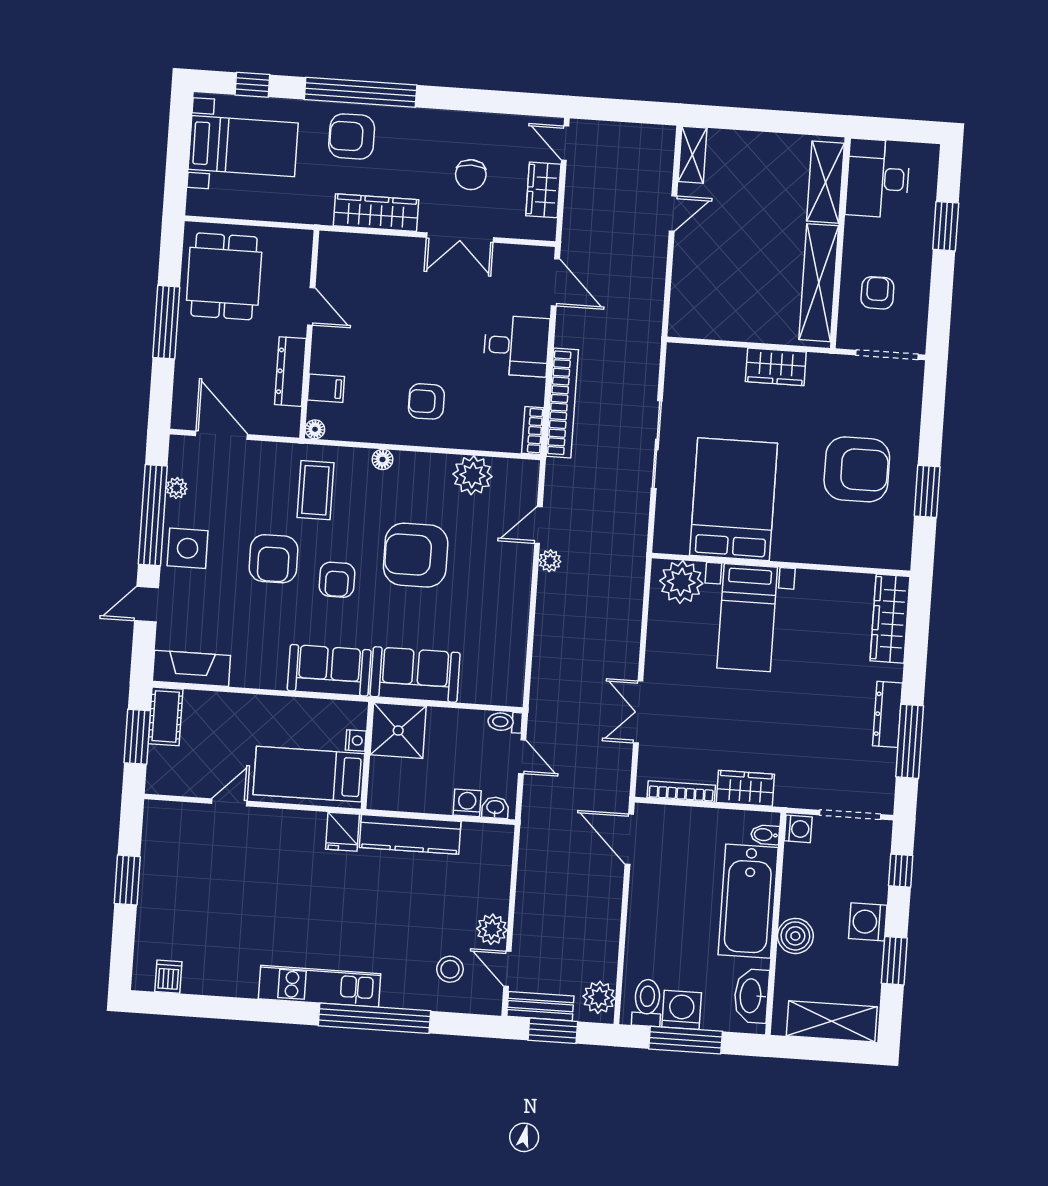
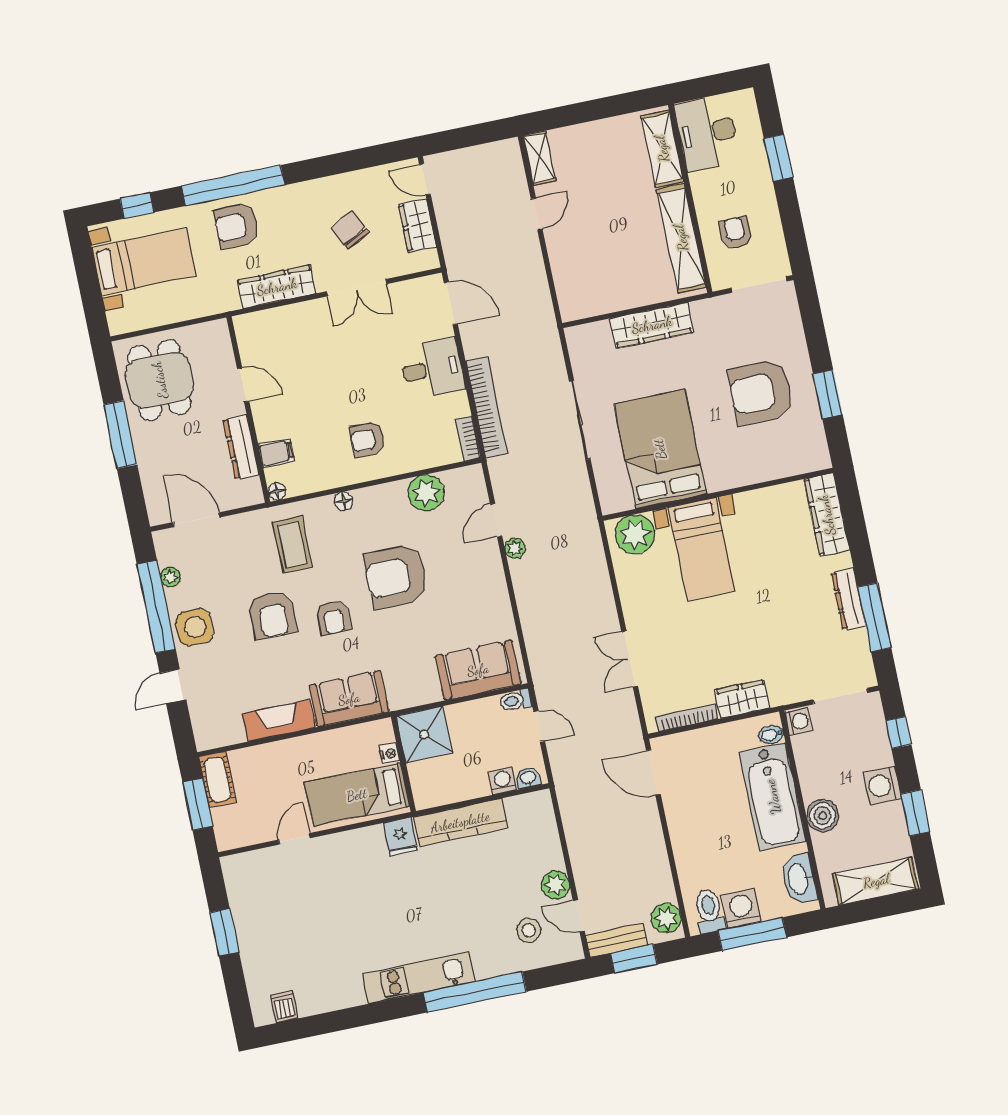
chair: (471, 175) -> (350, 230), turned 153
wardrobe: (776, 367) -> (652, 325), width x1.50
armchair: (857, 469) -> (761, 392), turned 180
fireplace: (191, 668) -> (279, 721), moved
sofa: (415, 675) -> (478, 670), moved

